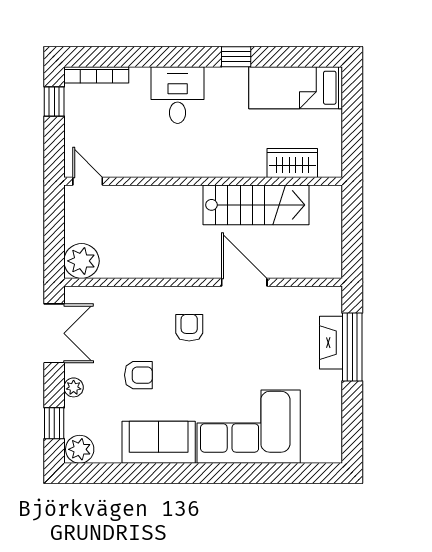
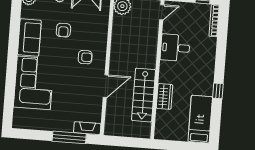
desk: (178, 95) -> (175, 48), moved, turned 180
wardrobe: (292, 163) -> (164, 96), moved
fireplace: (331, 343) -> (87, 128), moved

